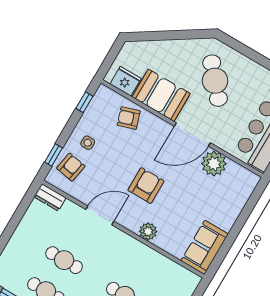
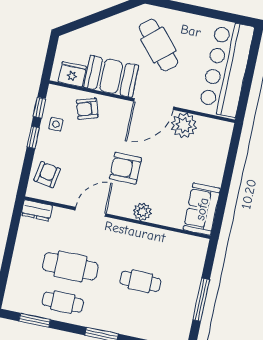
side table: (88, 143) -> (56, 124), moved
window: (54, 155) -> (33, 137), moved
armchair: (146, 186) -> (125, 168), turned -90
cafe table: (64, 260) -> (70, 266), width x1.37, depth x1.35

